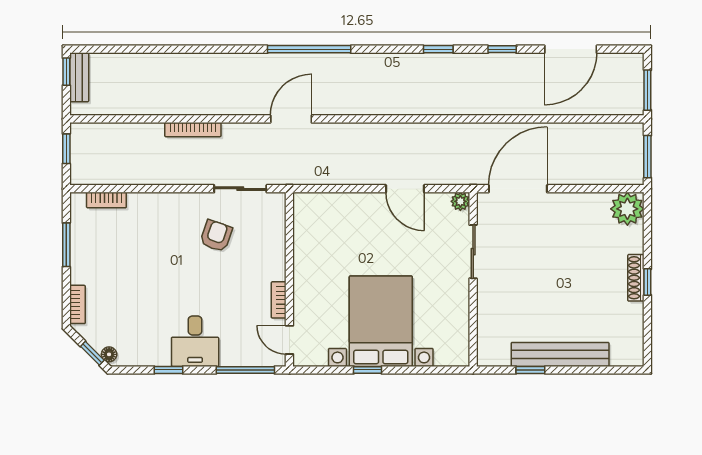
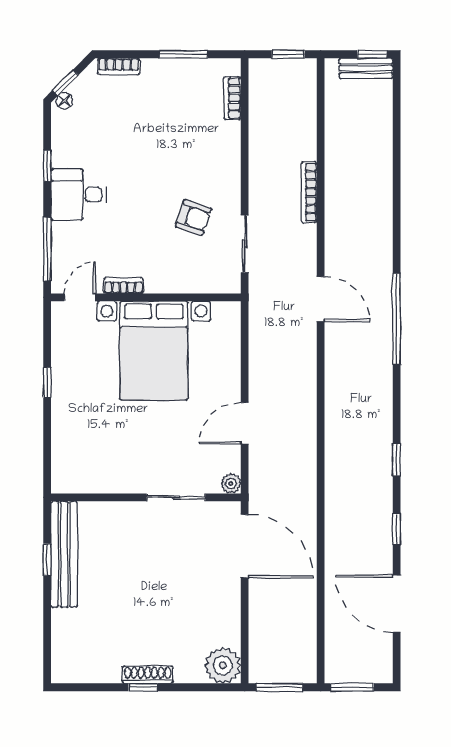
bed with nightstands: (381, 321) -> (154, 351), moved, turned 90
bench: (560, 354) -> (64, 554), moved

